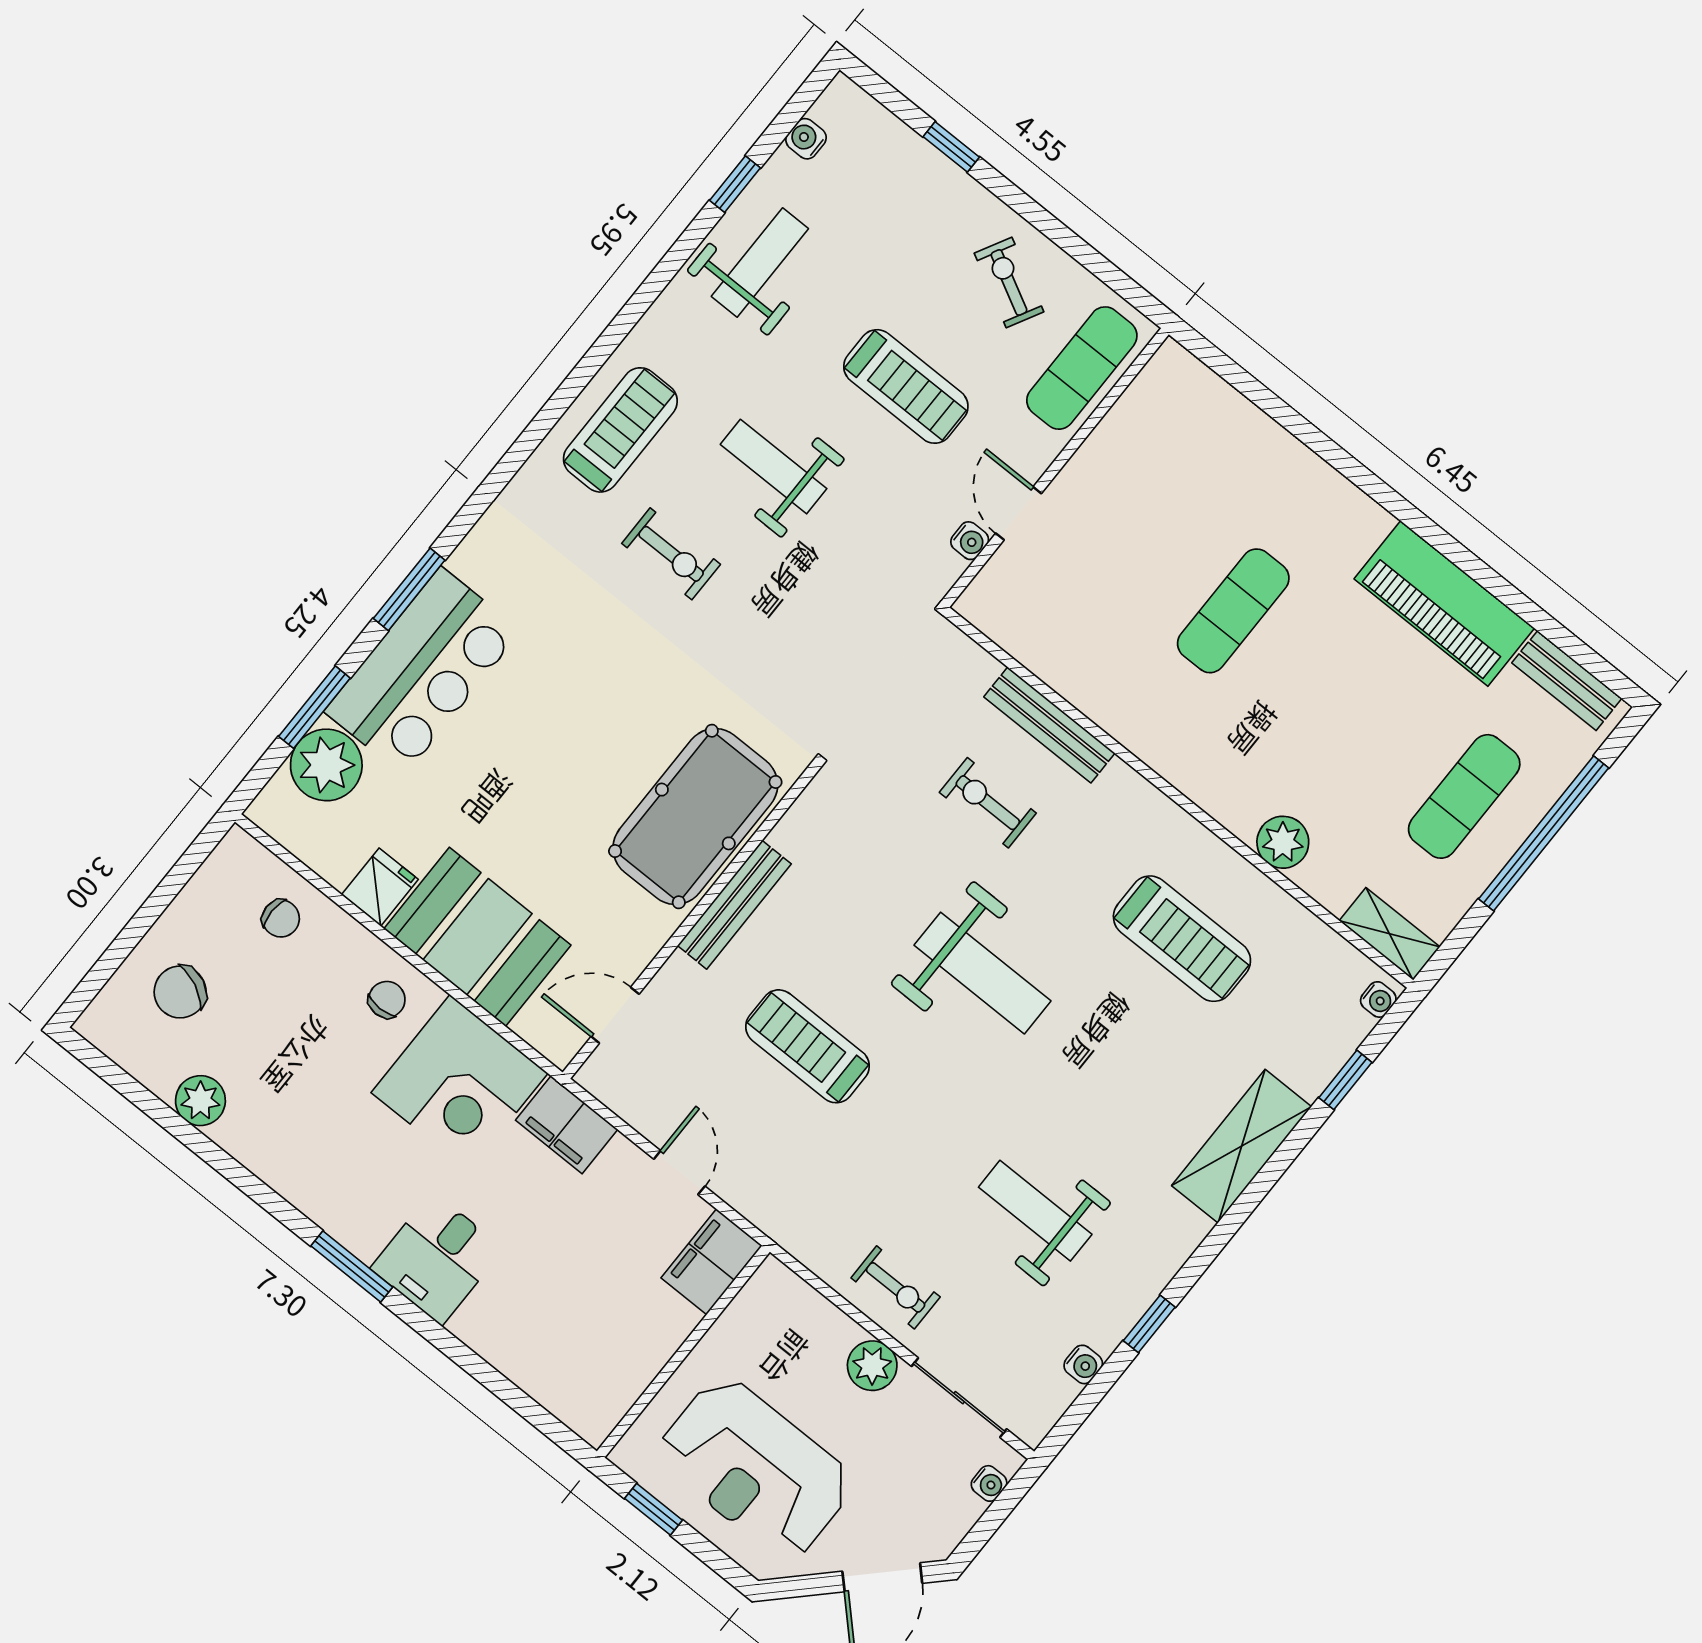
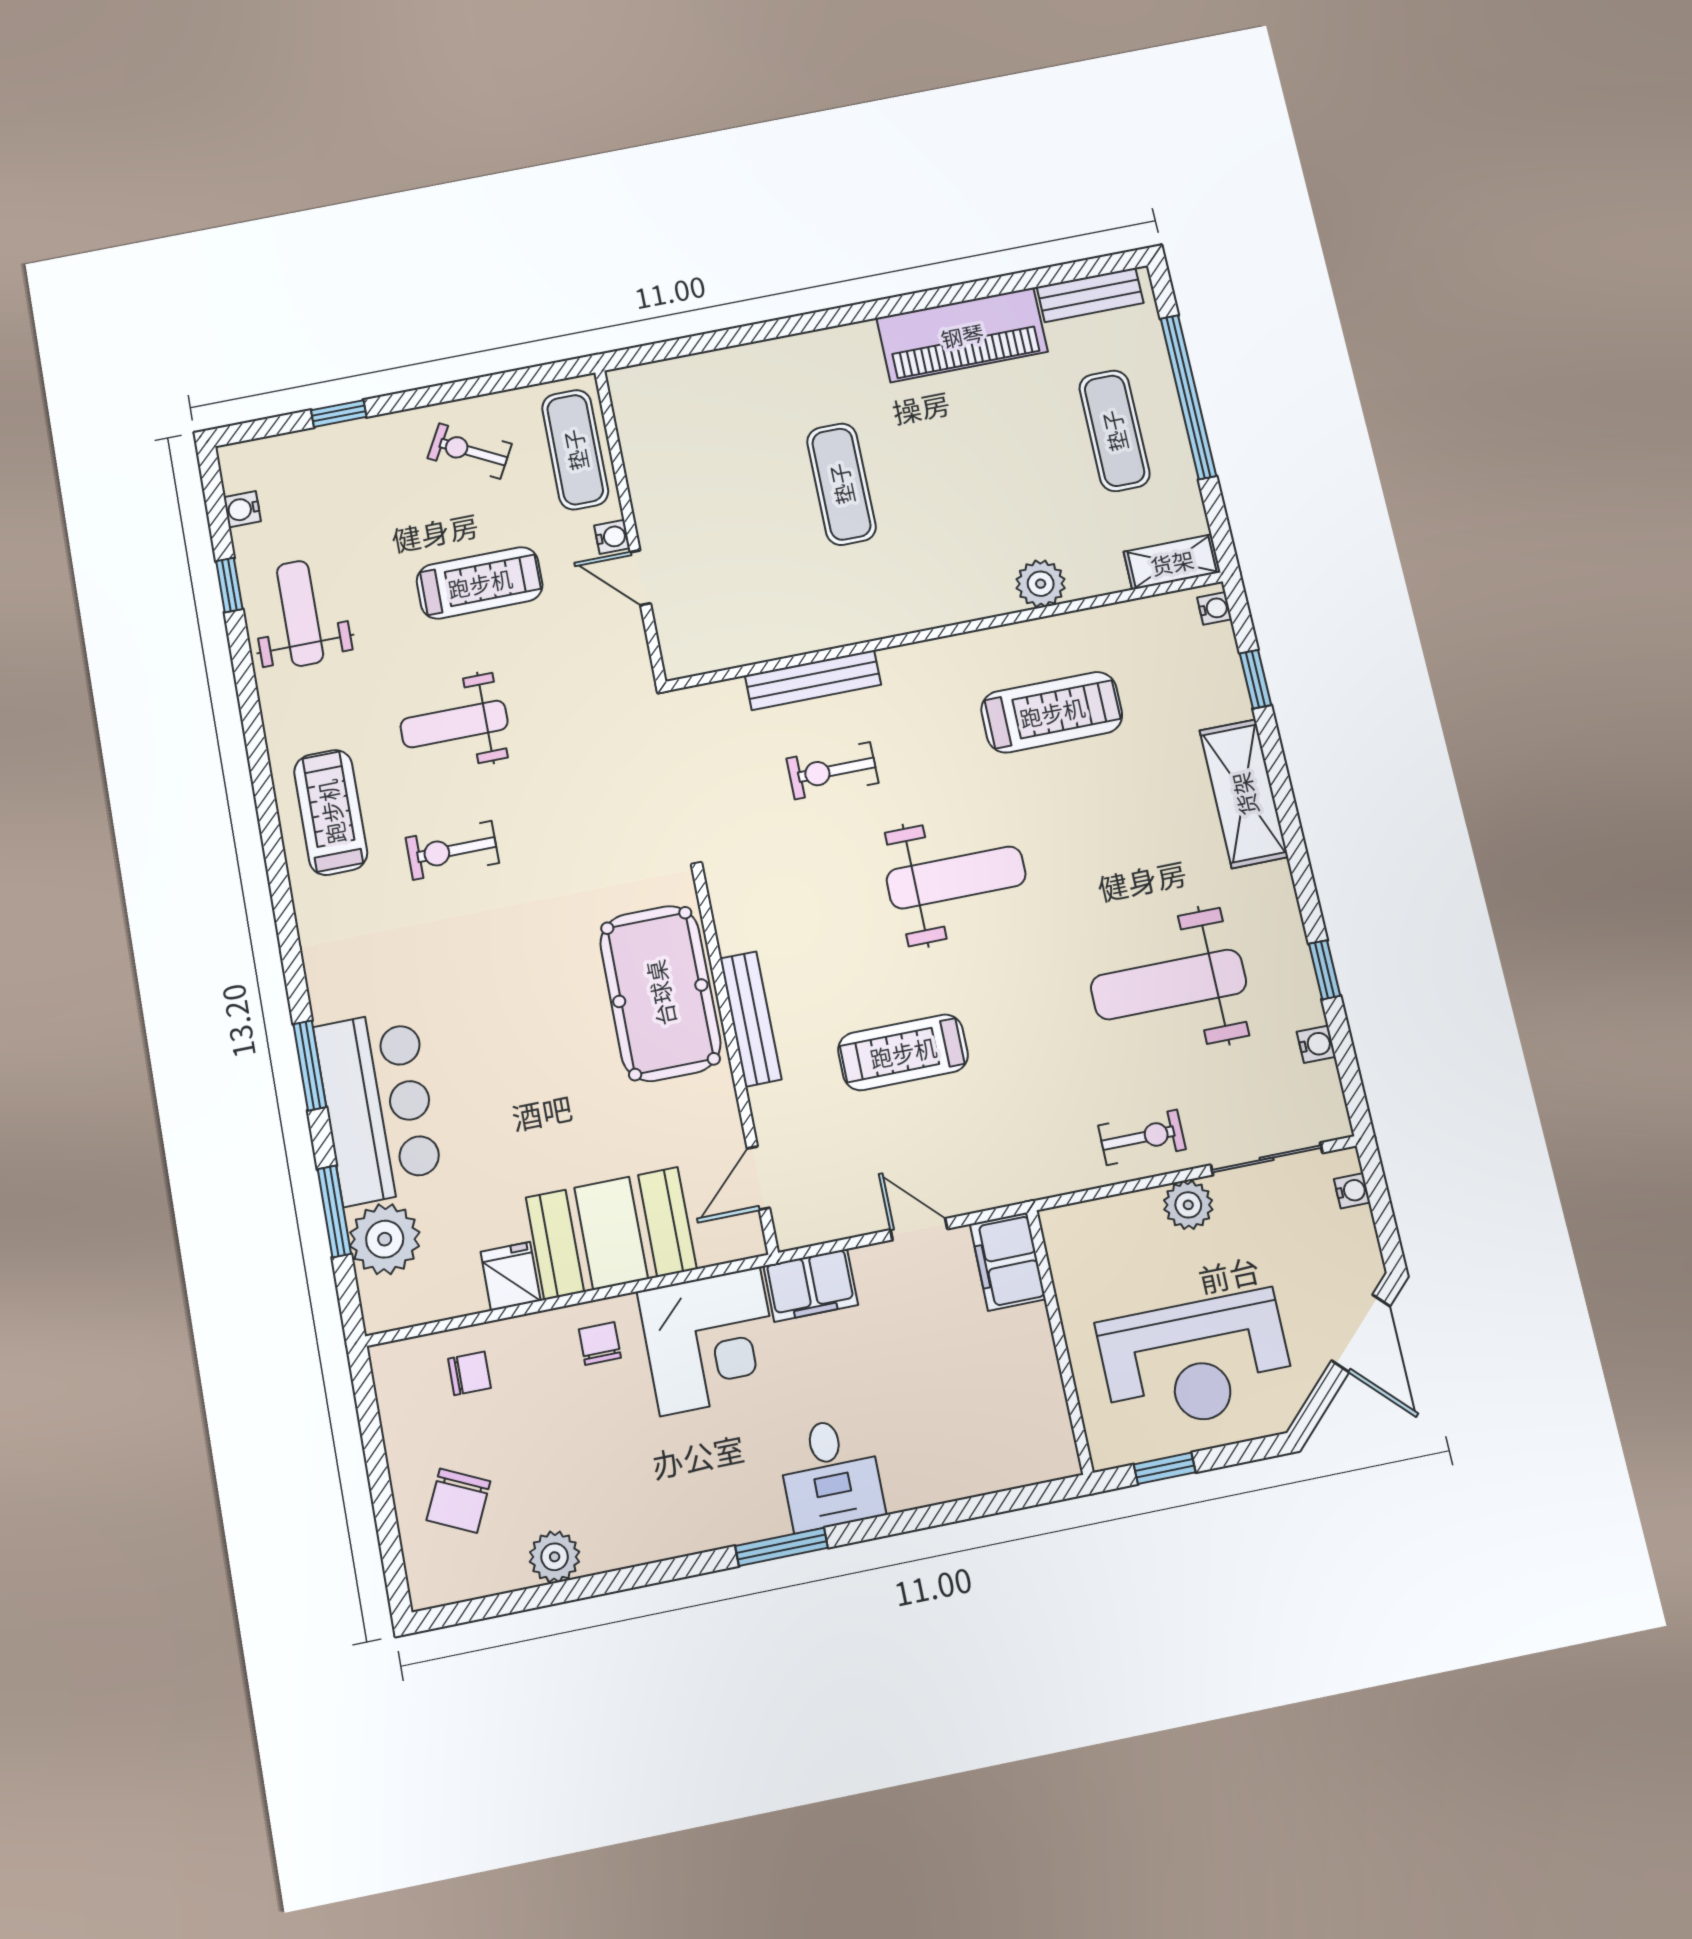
water cooler: (970, 541) -> (612, 537), moved
exercise bike: (671, 554) -> (452, 850), turned 180
weight bench: (1035, 1211) -> (1169, 985), width x1.36, depth x1.33

